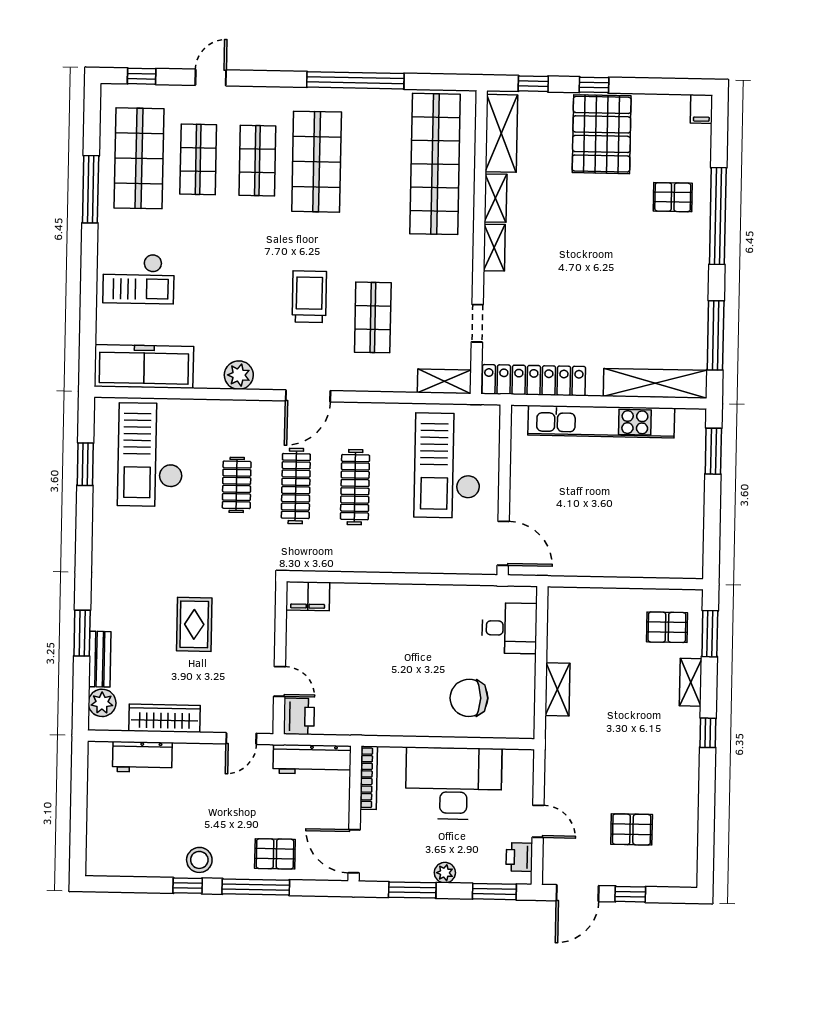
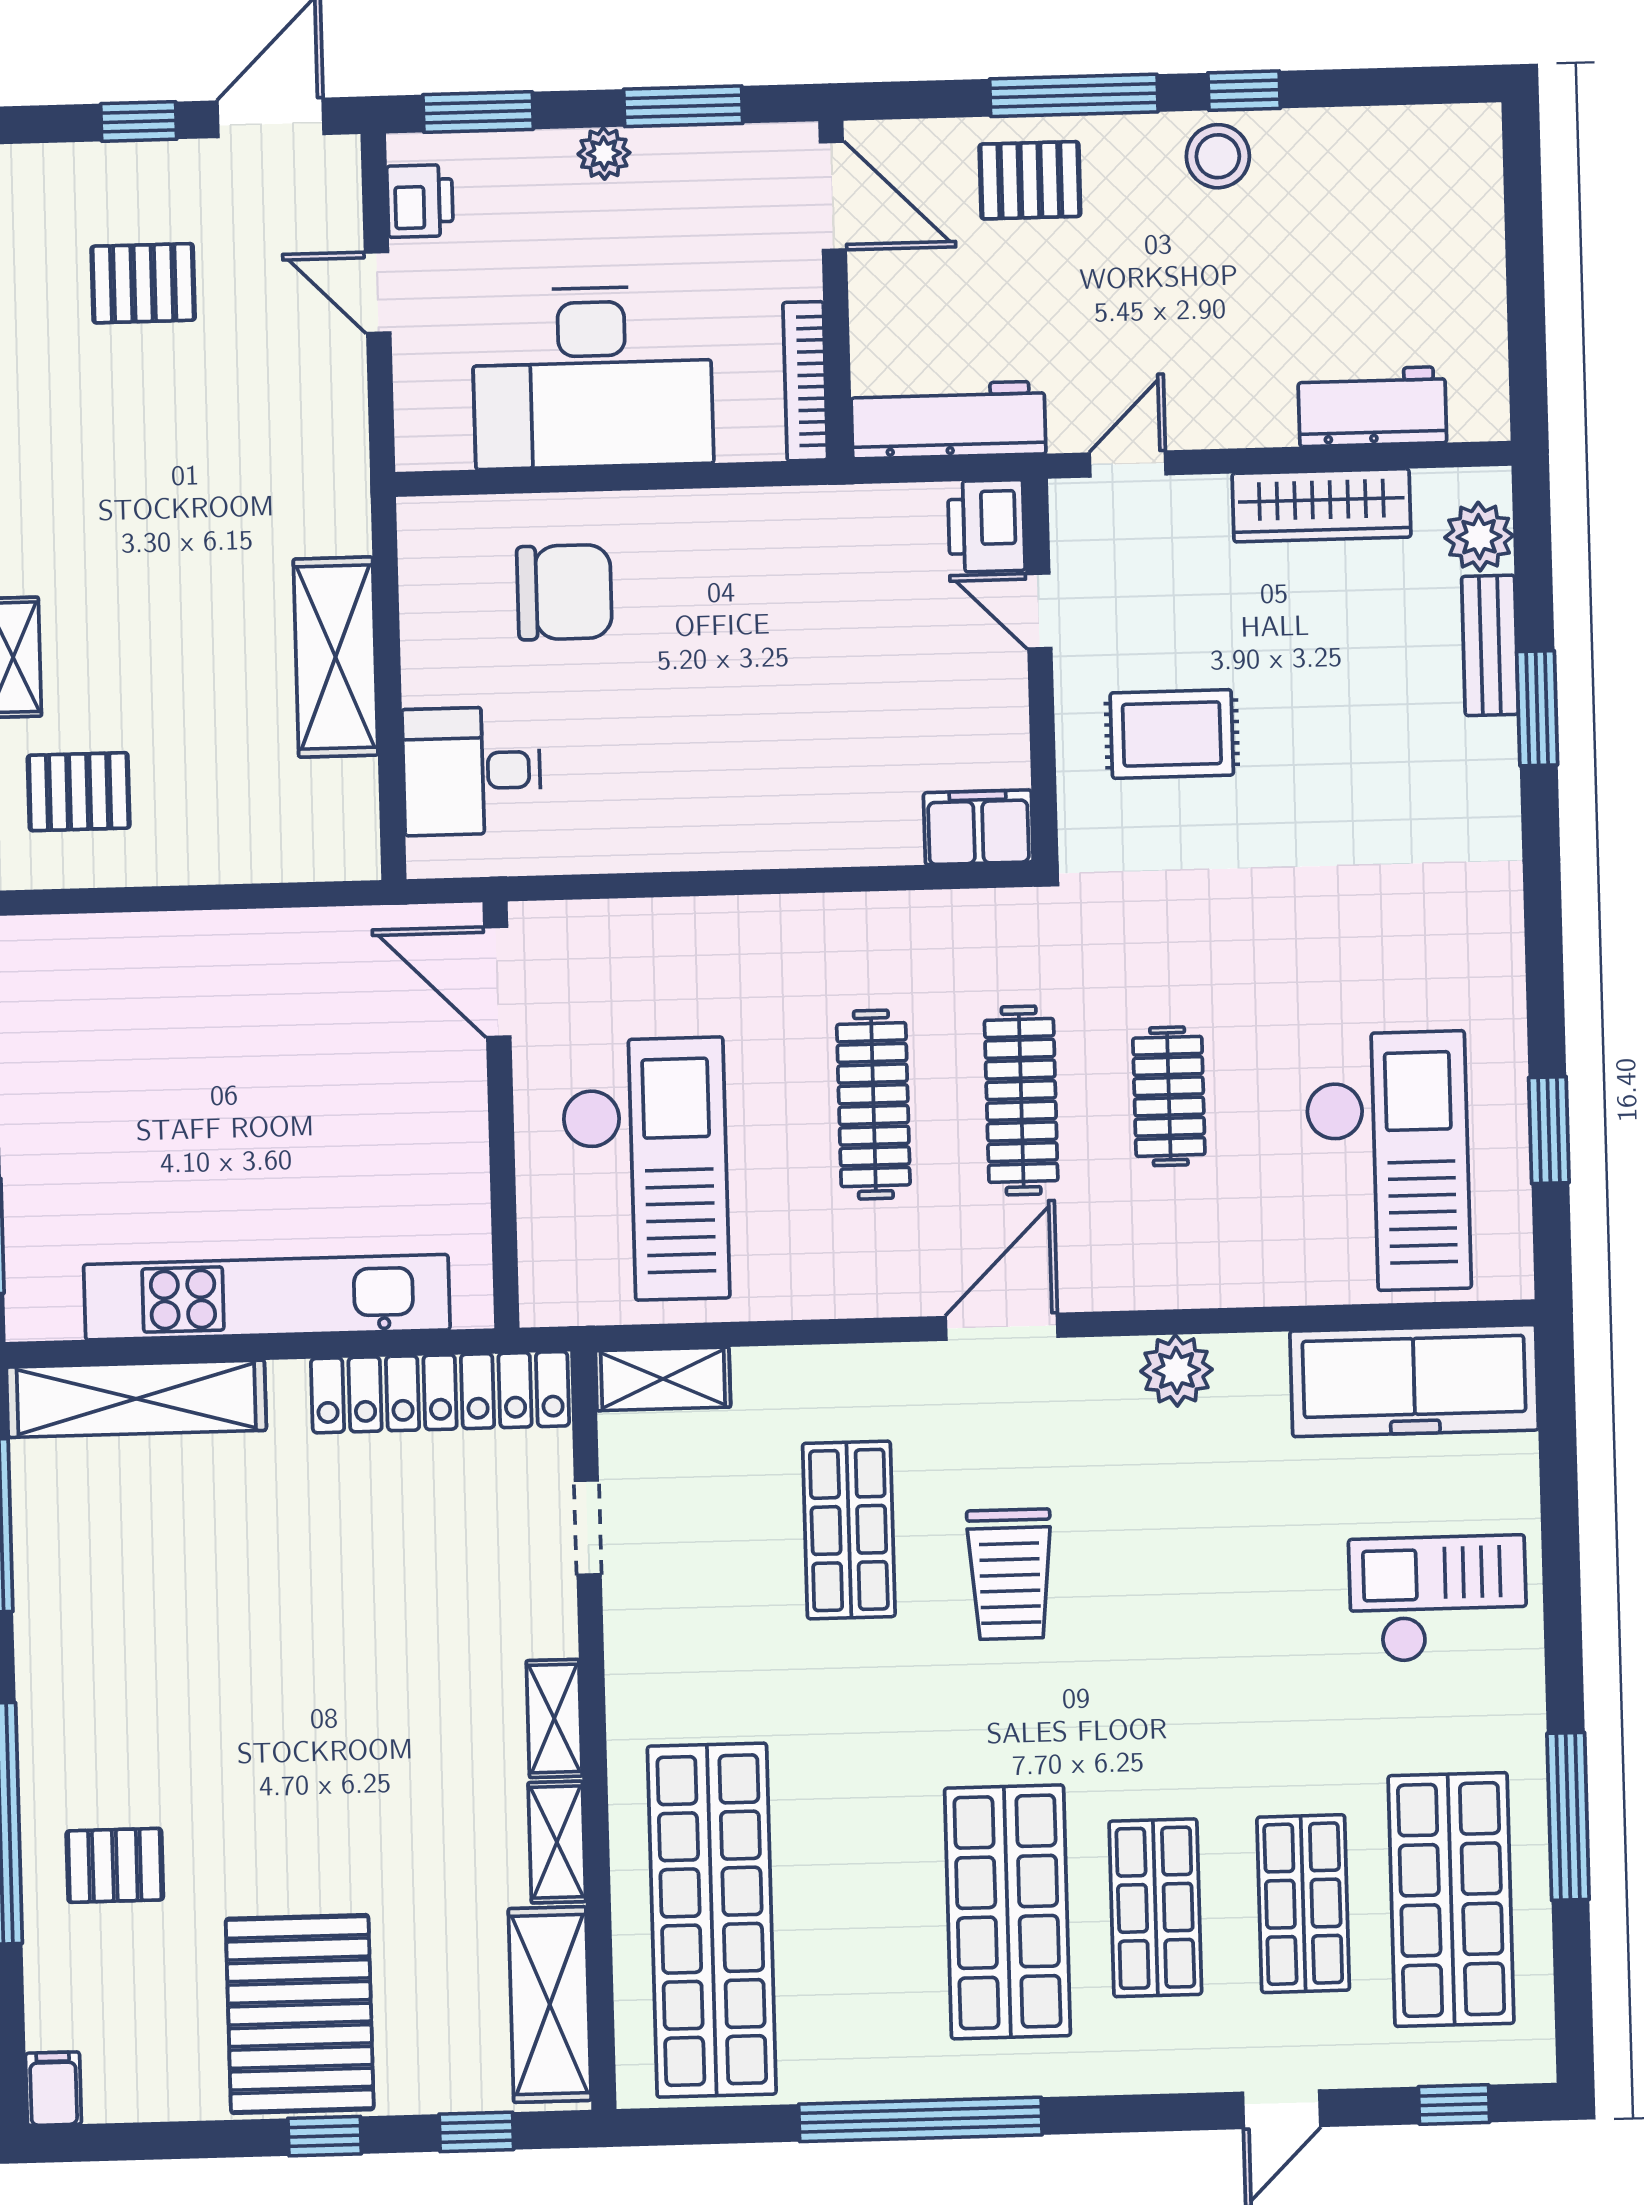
rug: (194, 624) -> (1172, 734), moved, turned 90
shelving: (557, 689) -> (336, 657), width x1.50, depth x1.33

